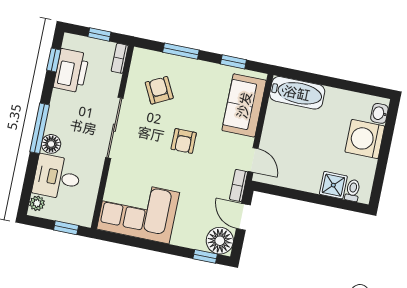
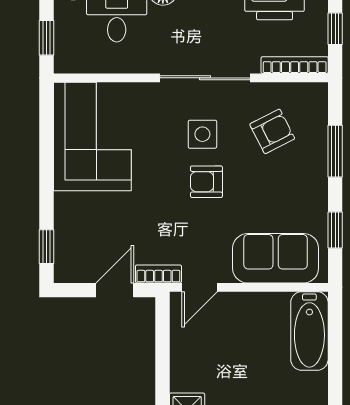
bookcase: (120, 58) -> (295, 65), width x1.56
side table: (152, 137) -> (202, 134), added
floor lamp: (220, 241) -> (73, 263), removed

